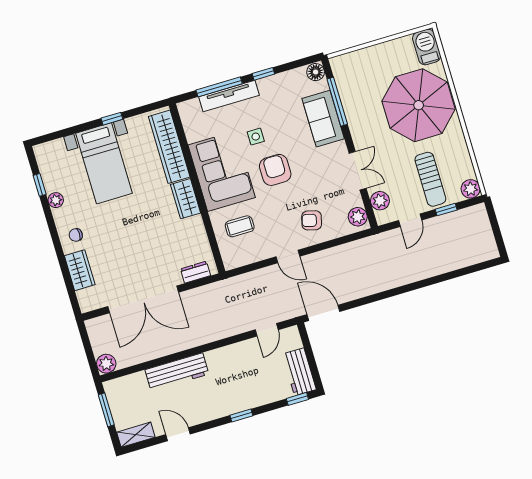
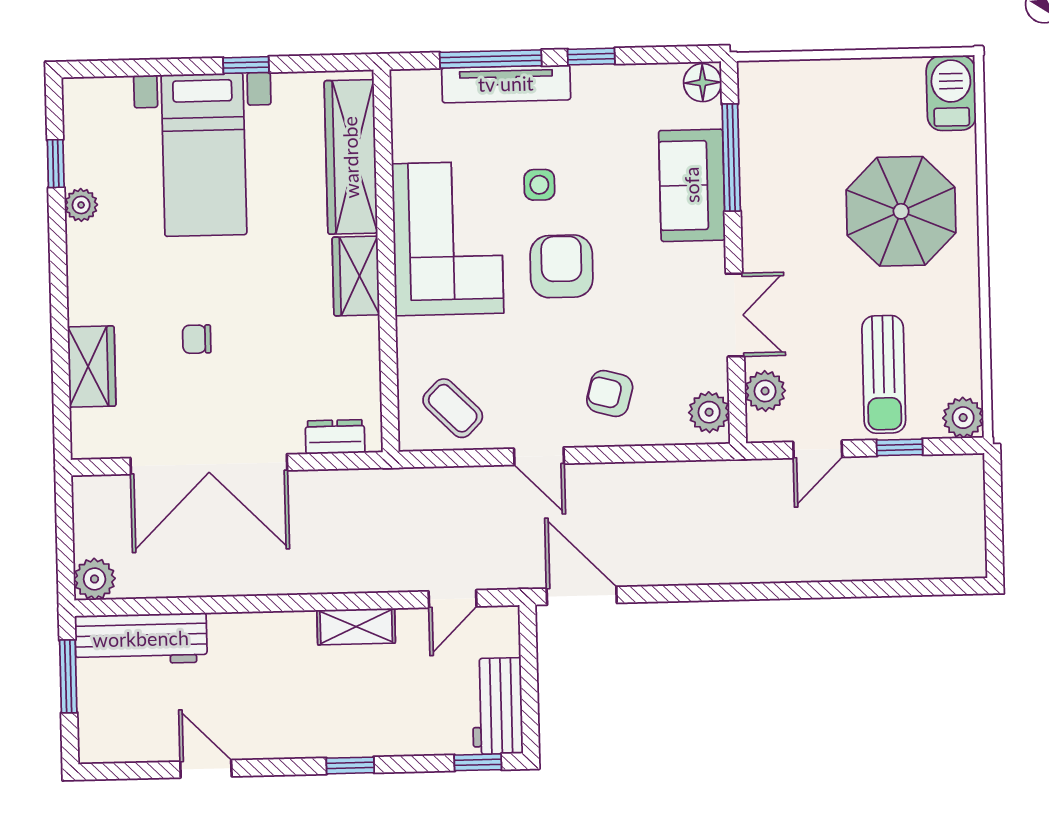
parasol: (419, 105) -> (901, 211), width x0.73, depth x0.73
coffee table: (240, 226) -> (453, 408), moved, turned 45
chair: (76, 235) -> (197, 339), moved
workbench: (177, 372) -> (141, 639), moved
shelving: (136, 435) -> (356, 627), moved

